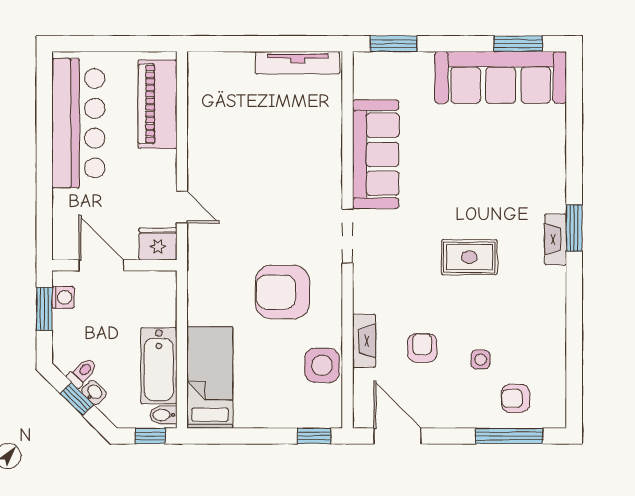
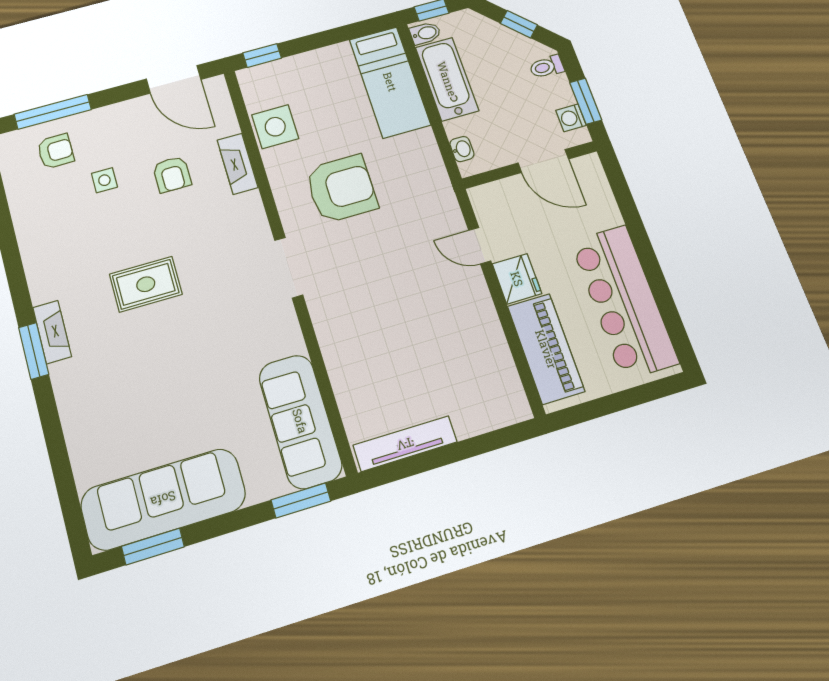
sofa: (376, 154) -> (300, 421), moved
fridge: (158, 244) -> (517, 279), moved, turned -90
toilet: (82, 372) -> (547, 67), moved, turned 45
washbasin: (94, 392) -> (462, 149), moved, turned -135

